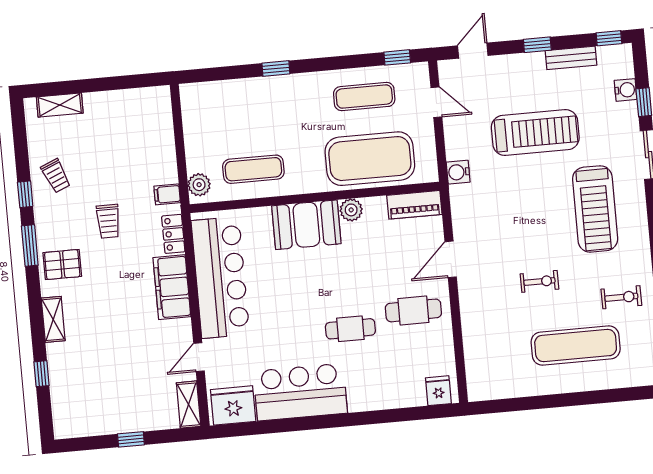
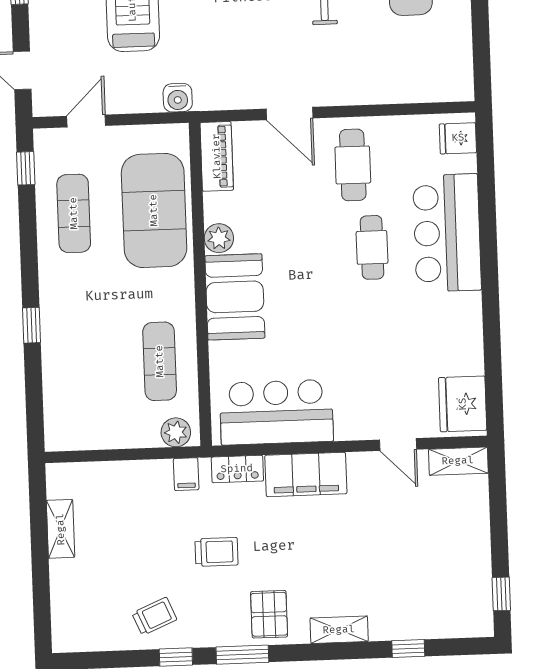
shelving: (60, 105) -> (61, 529), moved
bar counter: (220, 277) -> (276, 412), width x0.73
bar counter: (300, 392) -> (447, 233), moved
window: (131, 439) -> (501, 594), moved

